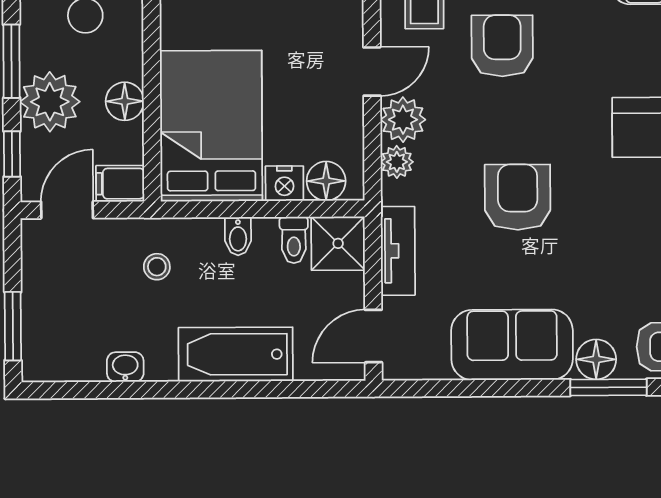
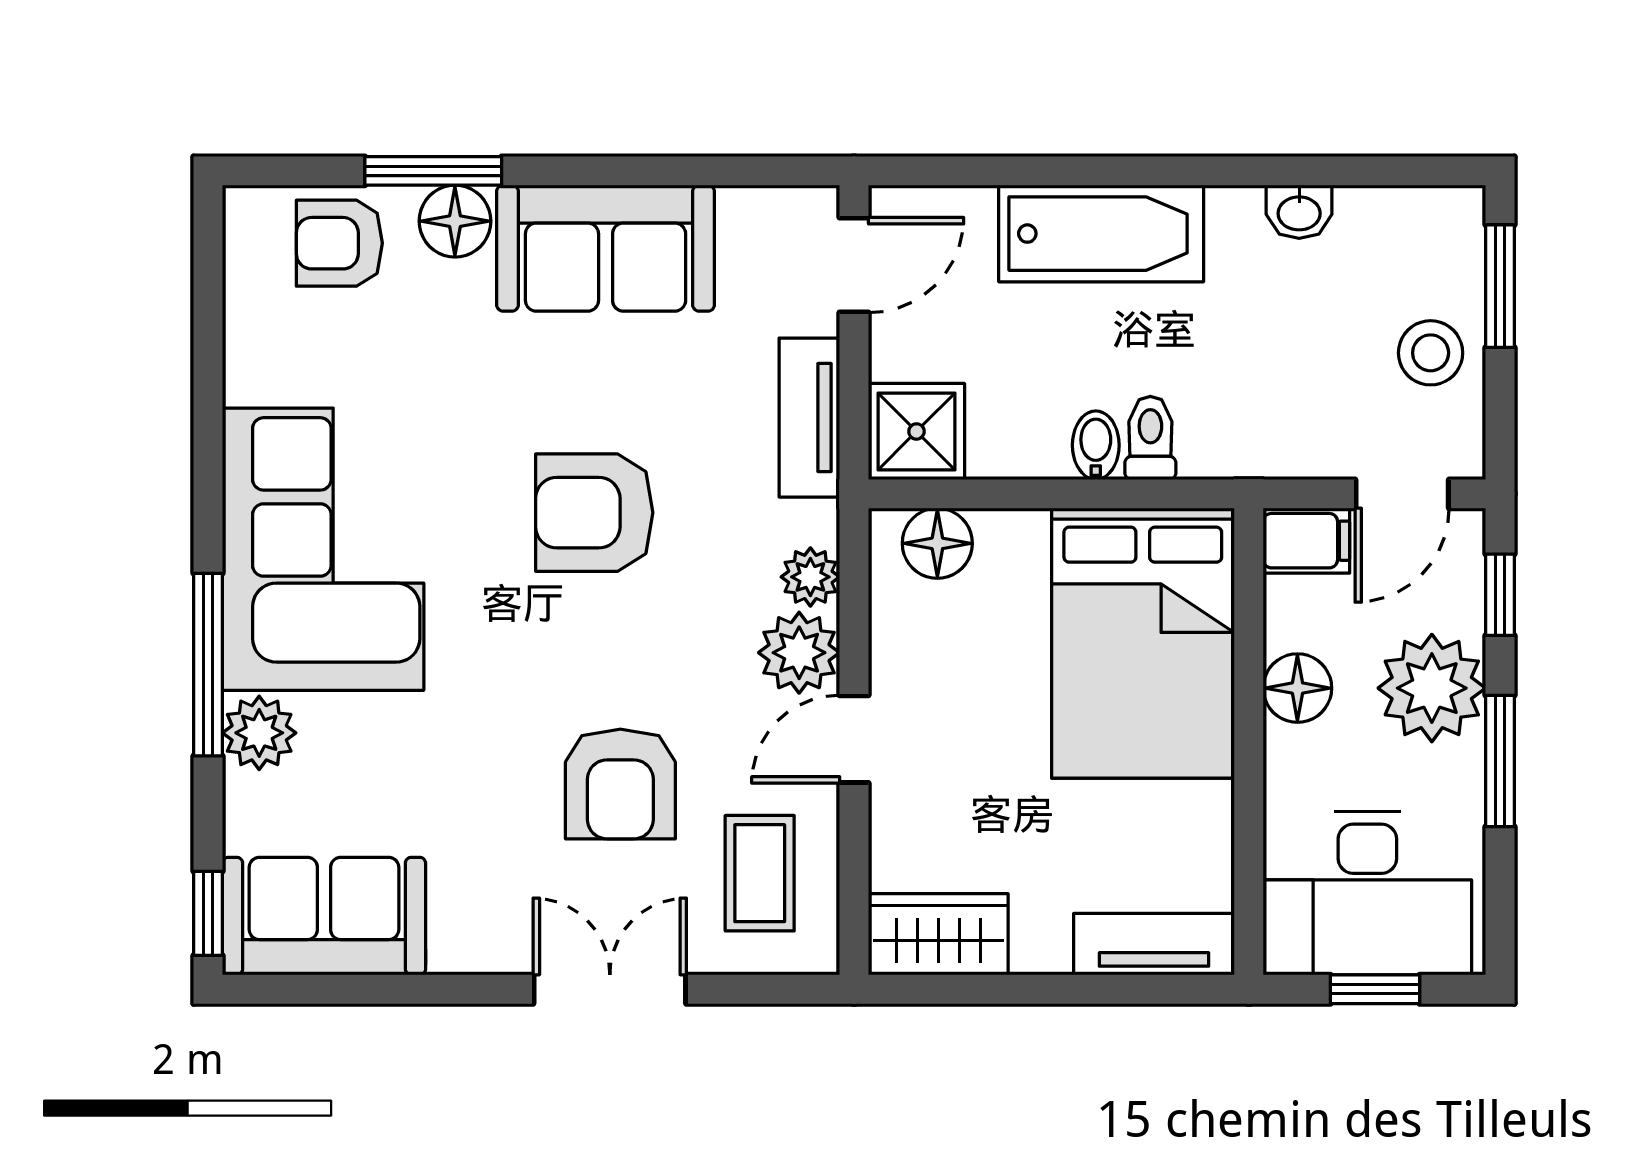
nightstand: (284, 183) -> (1012, 539), removed
armchair: (518, 197) -> (594, 513), turned 90
toilet: (294, 240) -> (1150, 438), moved
stool: (157, 267) -> (1431, 353), moved, width x1.37, depth x1.37

